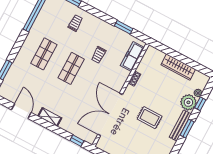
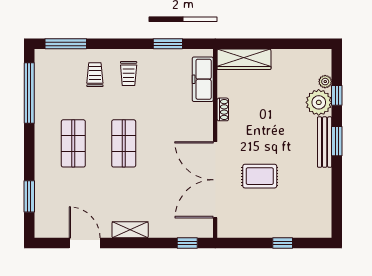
trolley: (99, 55) -> (129, 73), moved
wardrobe: (178, 67) -> (244, 59), moved
rug: (150, 118) -> (260, 176), moved

